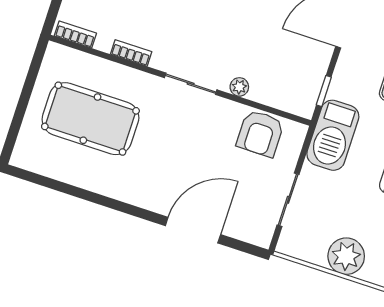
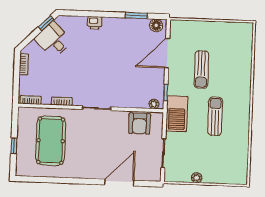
plant: (239, 87) -> (154, 104), moved
window: (21, 109) -> (14, 146), added
pool table: (90, 119) -> (51, 141), turned 90
plant: (346, 256) -> (197, 178), width x0.53, depth x0.53

